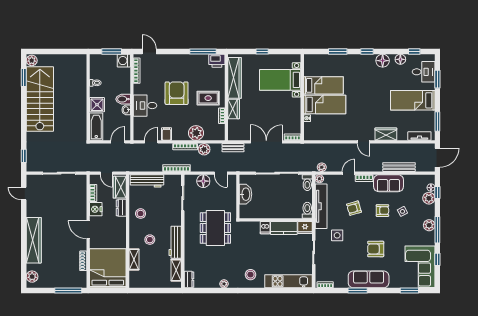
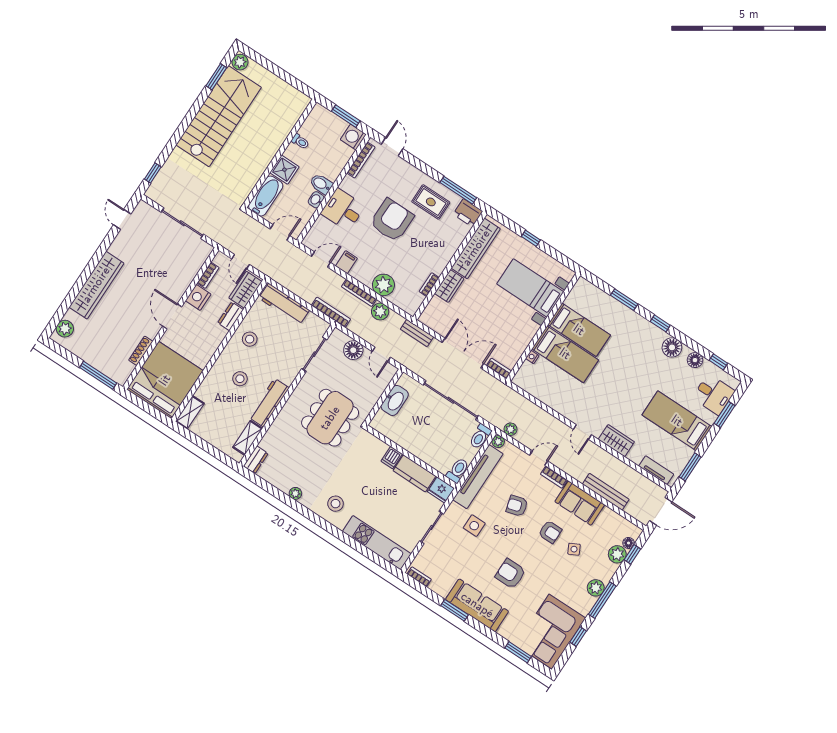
rug: (208, 98) -> (431, 202), moved
shelving: (134, 259) -> (190, 412), moved

